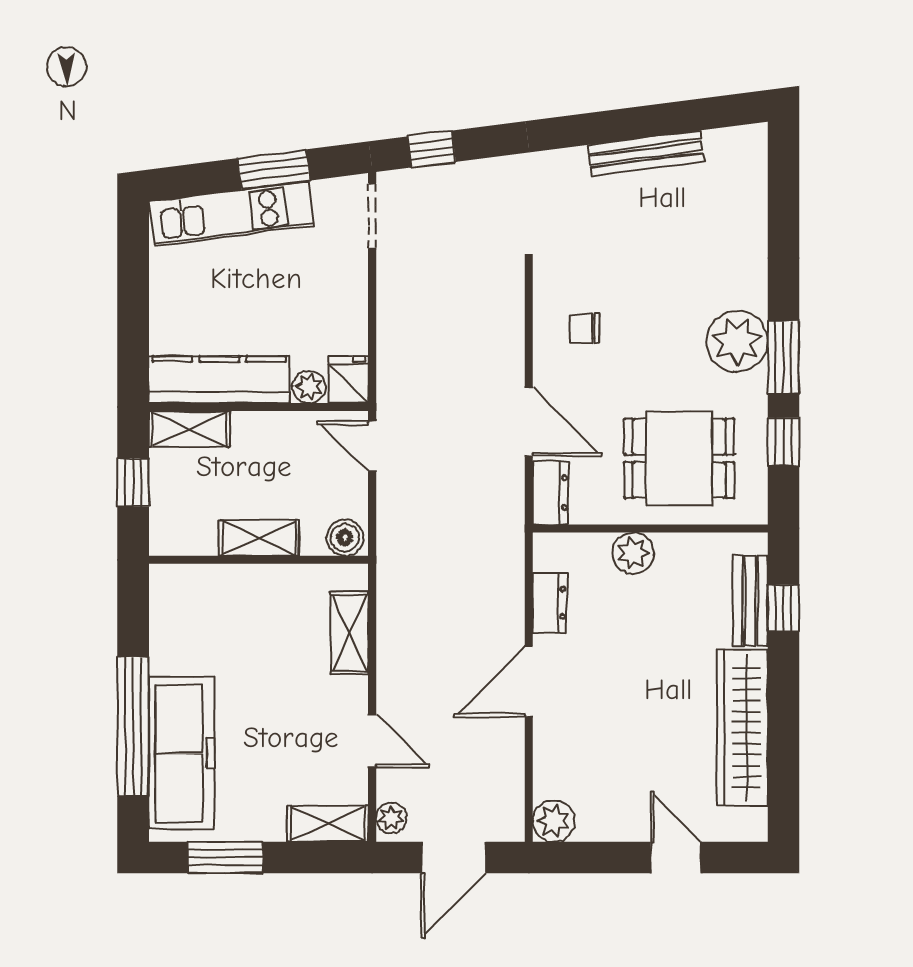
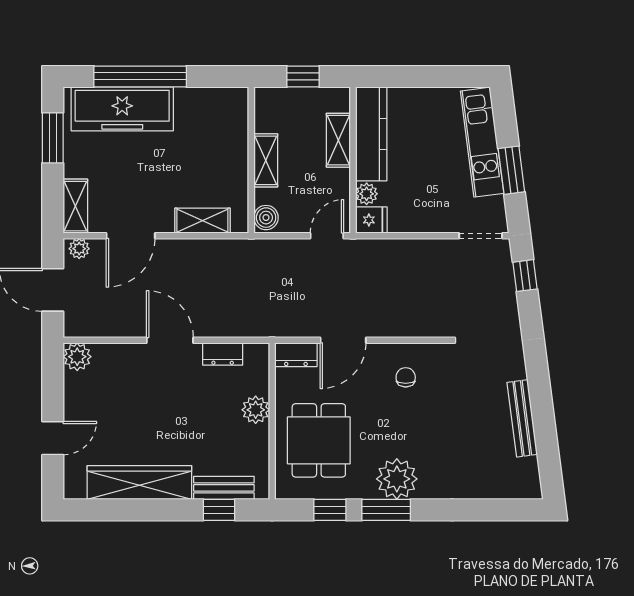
shelving: (189, 429) -> (338, 140), moved
door: (372, 741) -> (131, 236), width x1.38

